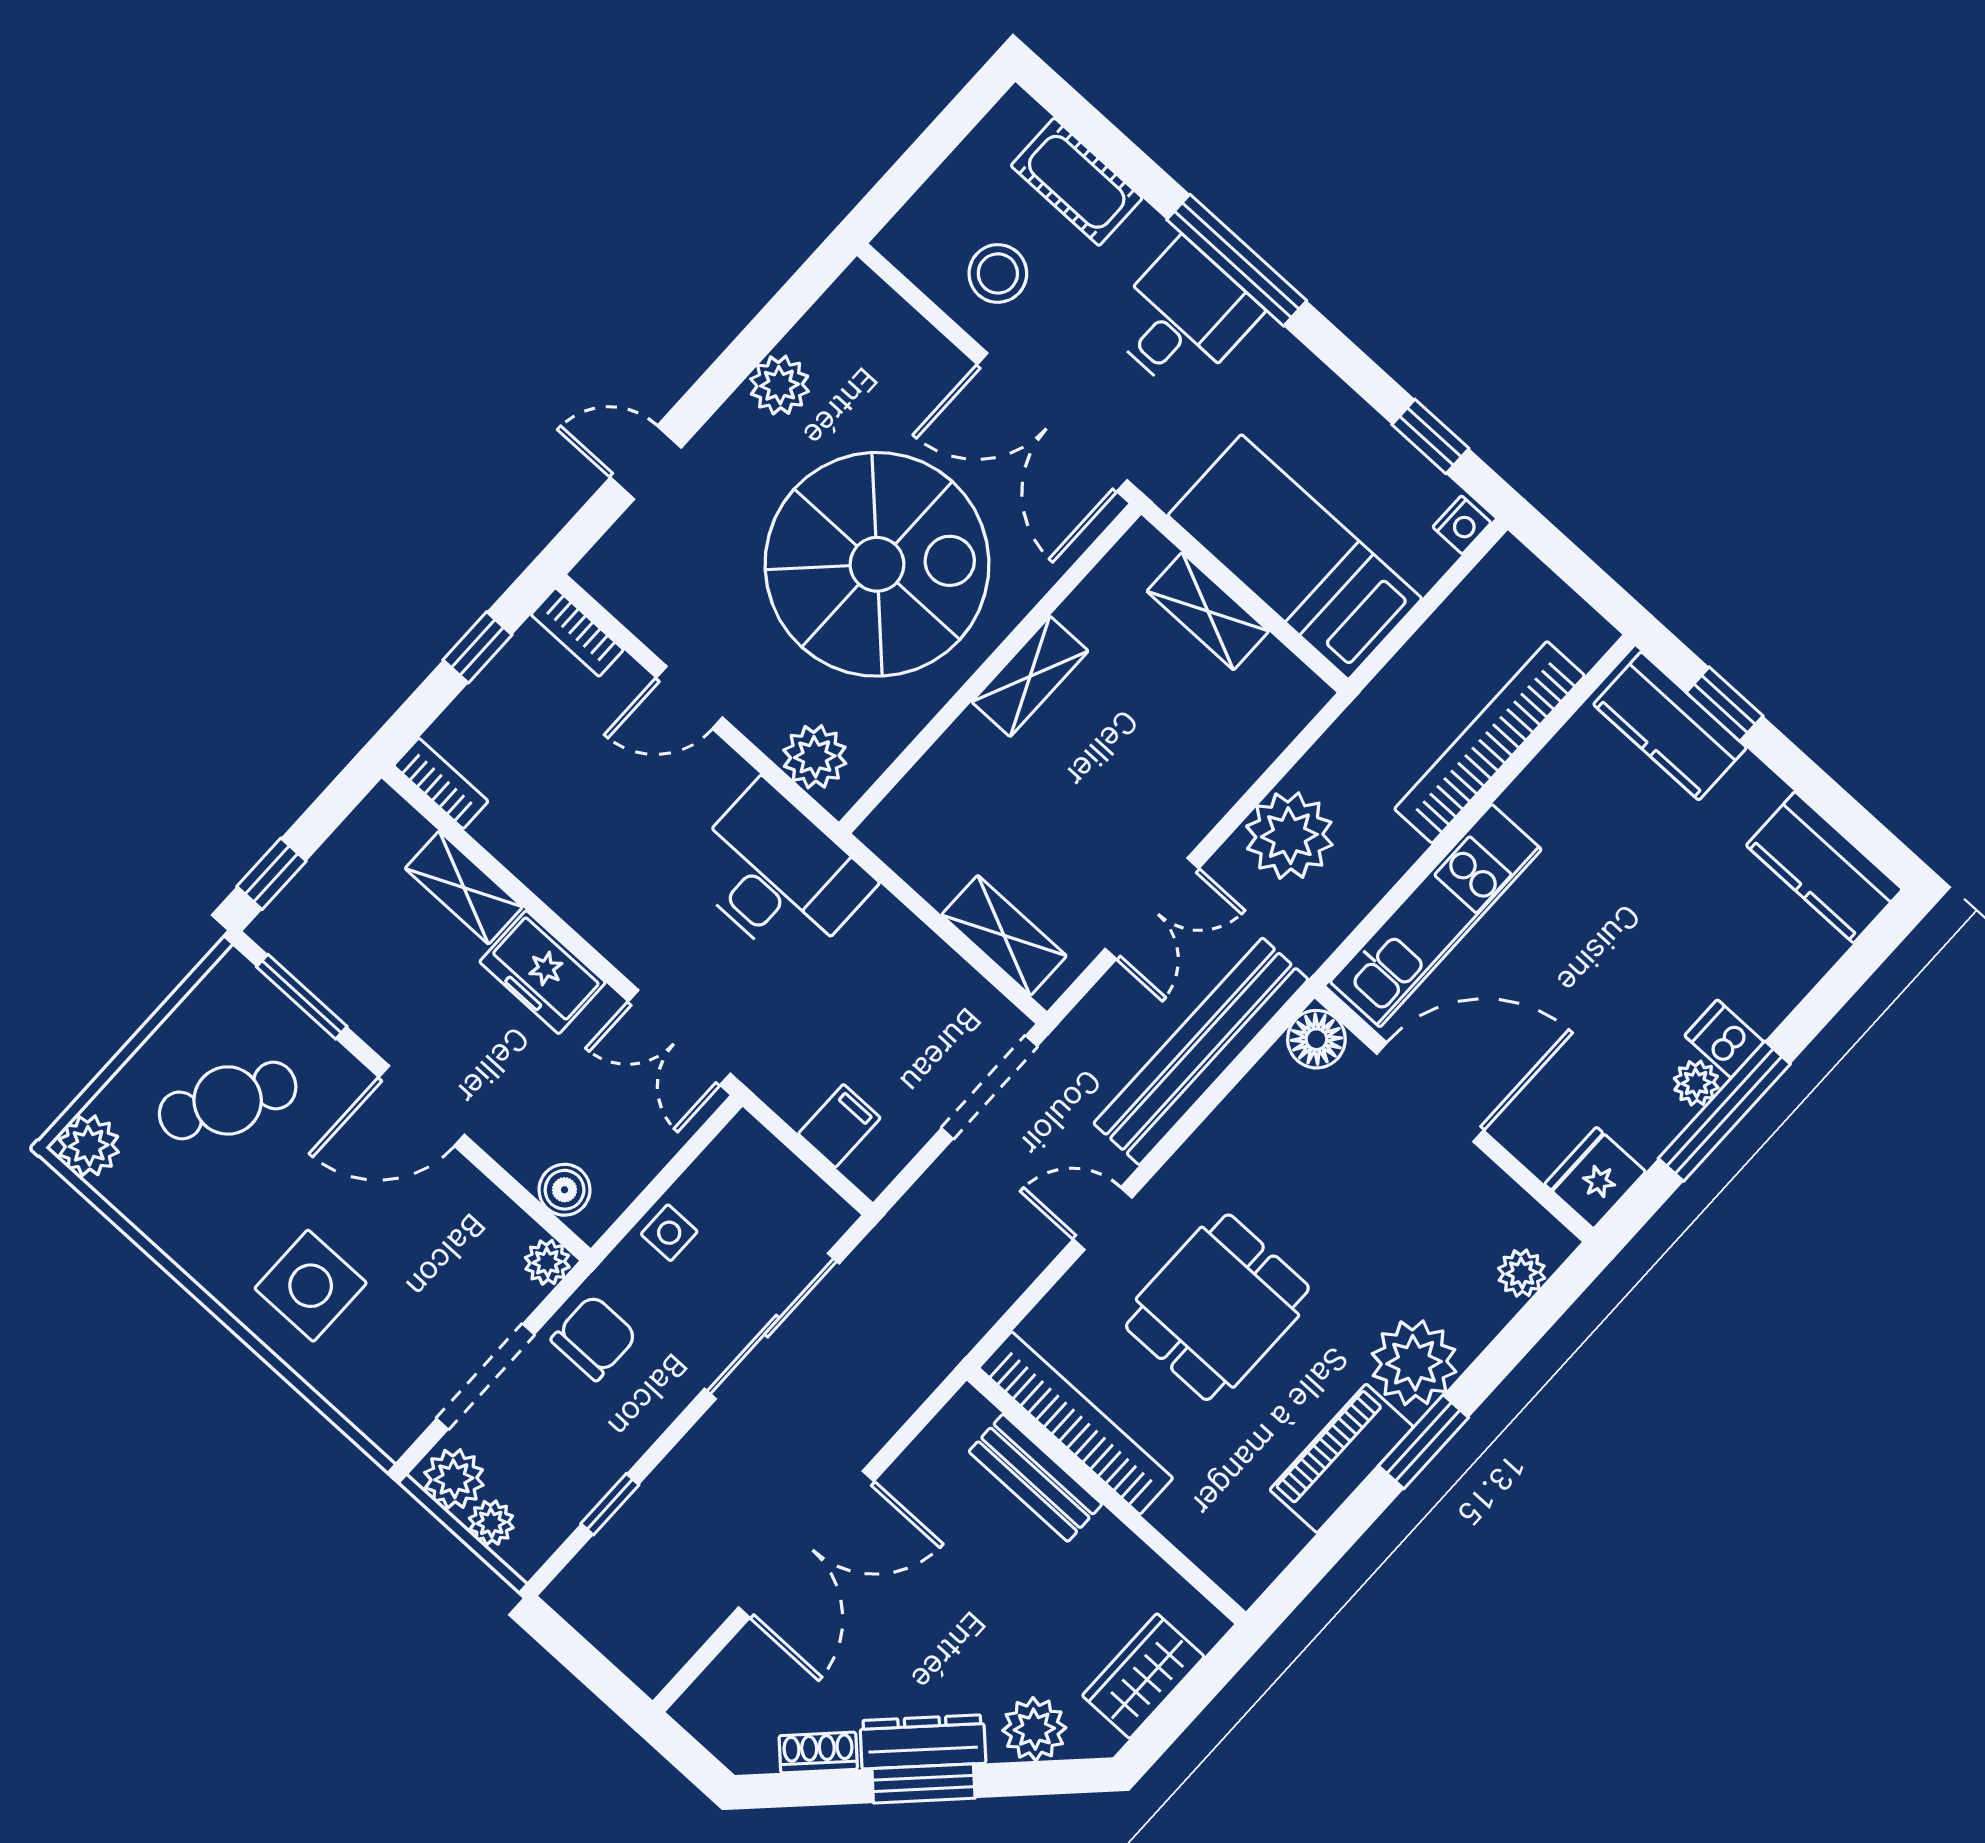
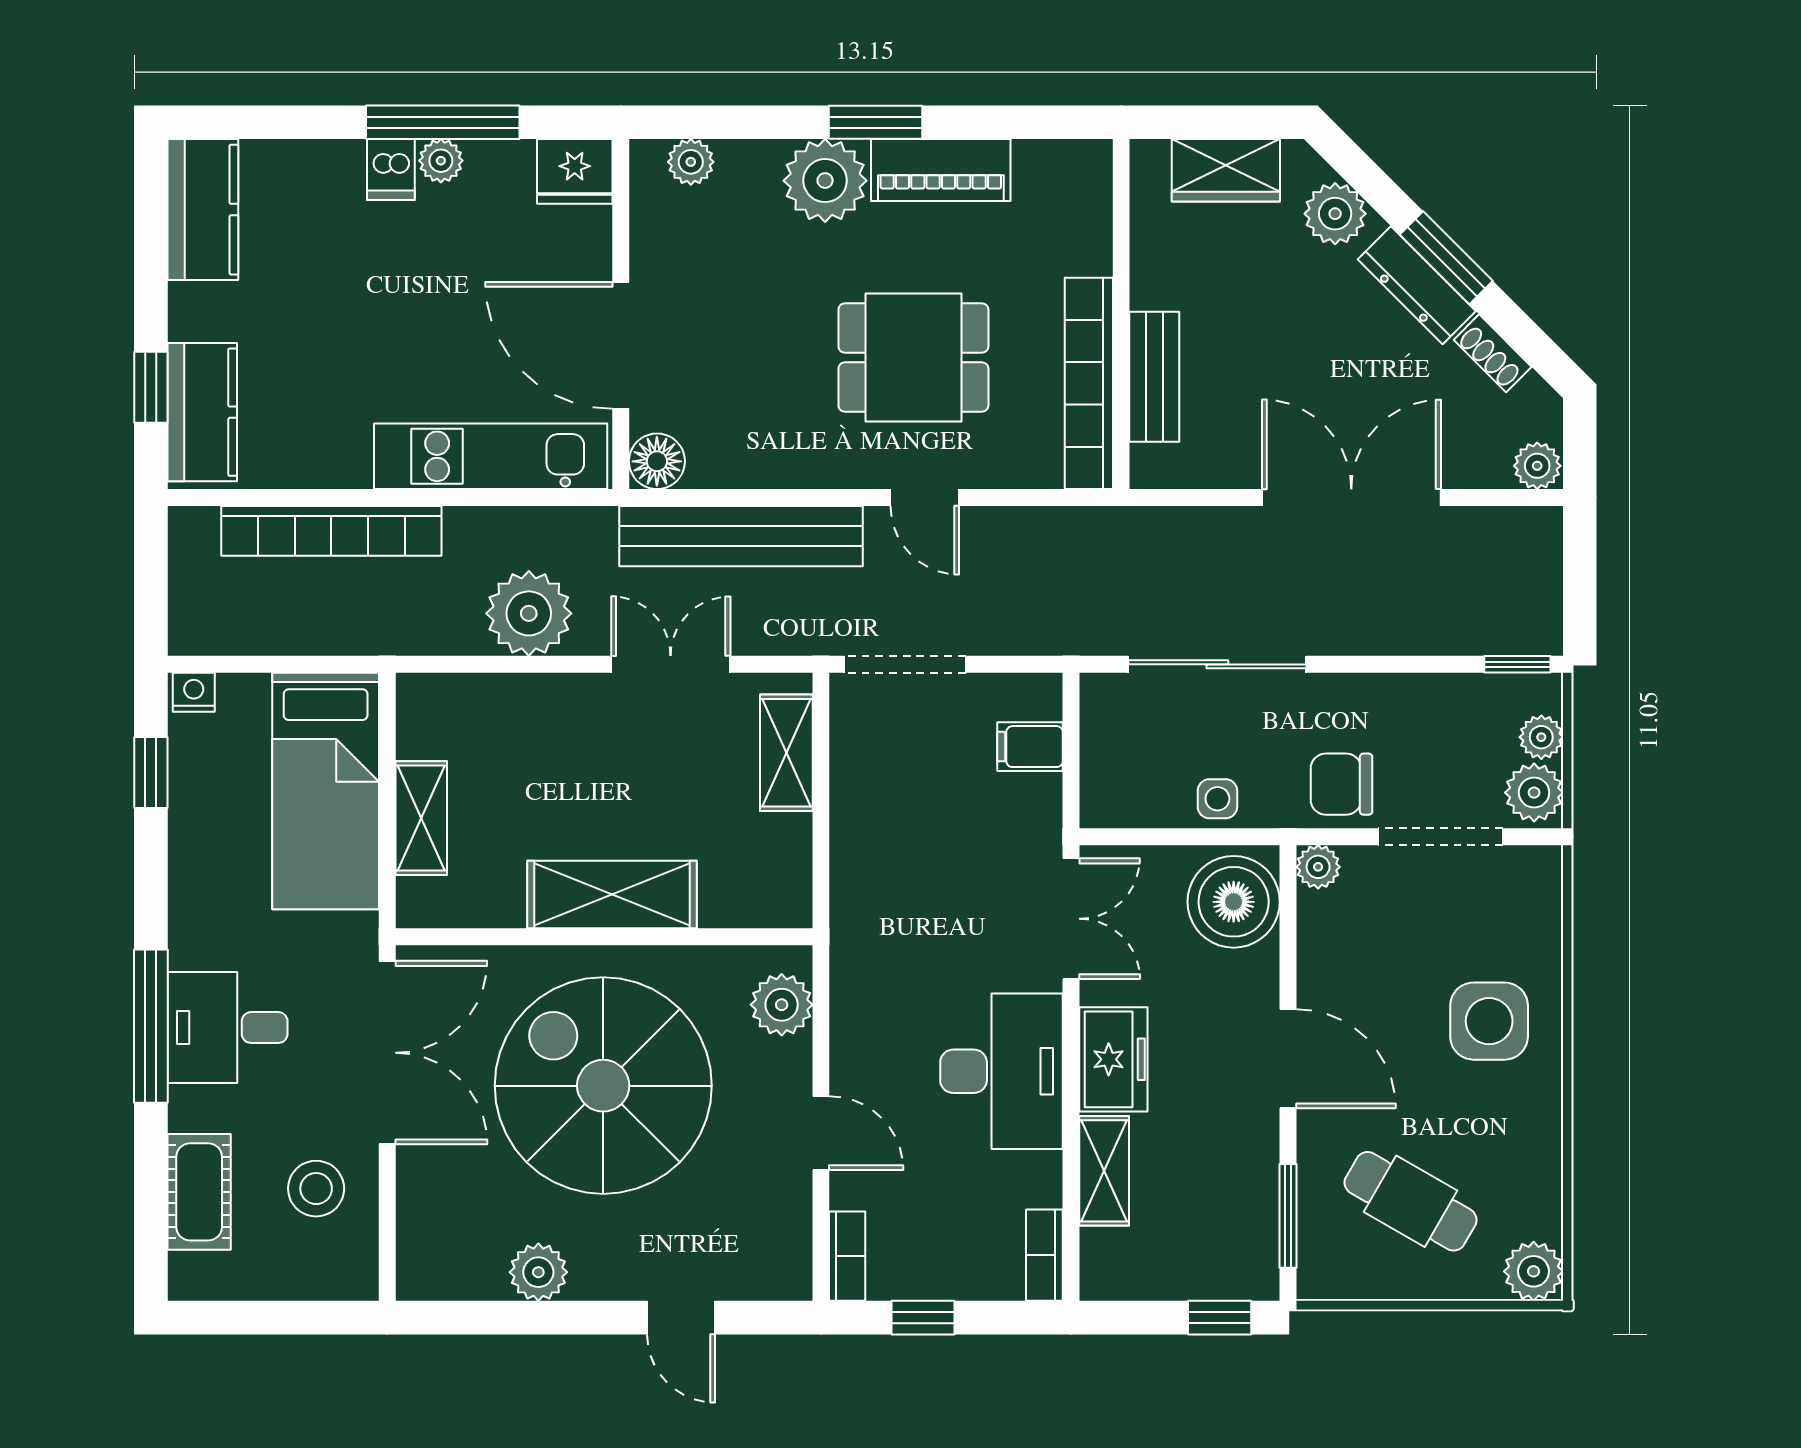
shelving: (1030, 676) -> (612, 895), width x1.50, depth x1.33
desk: (778, 875) -> (1001, 1071), moved, turned 180
boiler: (565, 1190) -> (1234, 902), width x1.86, depth x1.86
window: (610, 1504) -> (1517, 664), moved
plant: (701, 1708) -> (1537, 466), added

